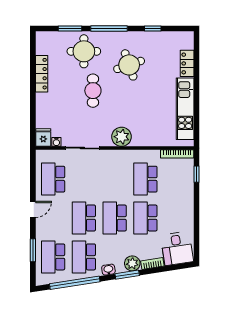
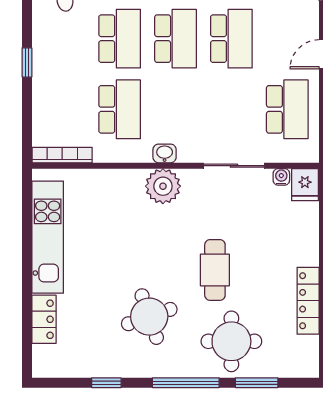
washbasin: (121, 155) -> (165, 153), added
window: (196, 174) -> (27, 62), moved

